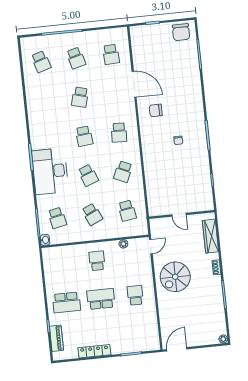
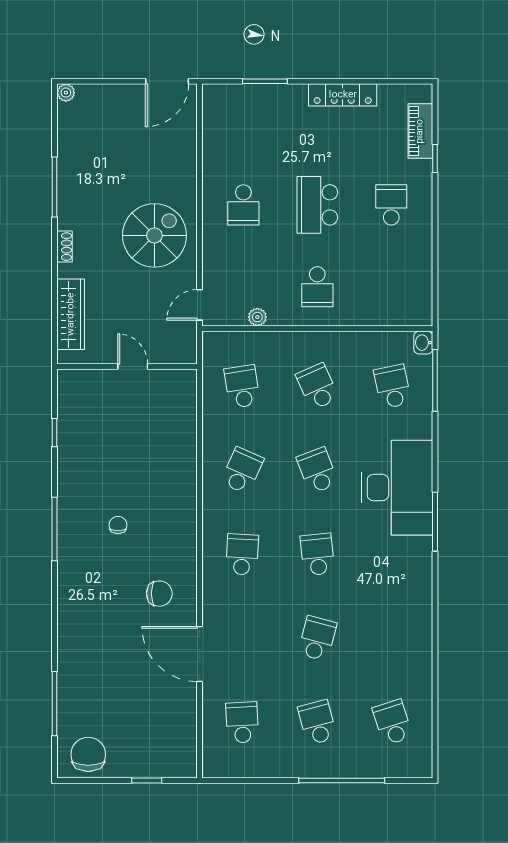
school desk: (101, 299) -> (317, 205), turned 90
school desk: (66, 302) -> (391, 205), width x0.54

